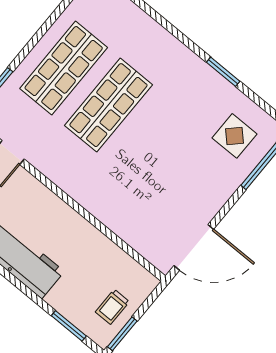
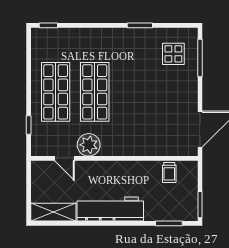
plant: (51, 160) -> (89, 145), added
trolley: (112, 307) -> (169, 172), moved

